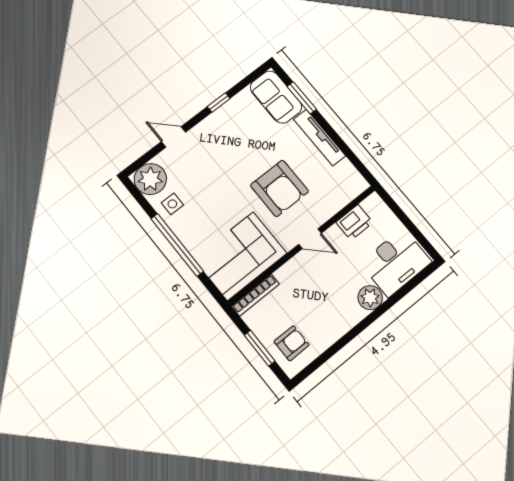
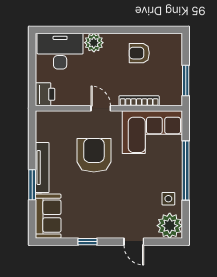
window: (302, 98) -> (32, 185), moved
printer: (354, 222) -> (45, 94), moved, turned 90
bookcase: (255, 295) -> (139, 101), moved
armchair: (292, 343) -> (139, 53), moved
window: (260, 348) -> (186, 80), moved

